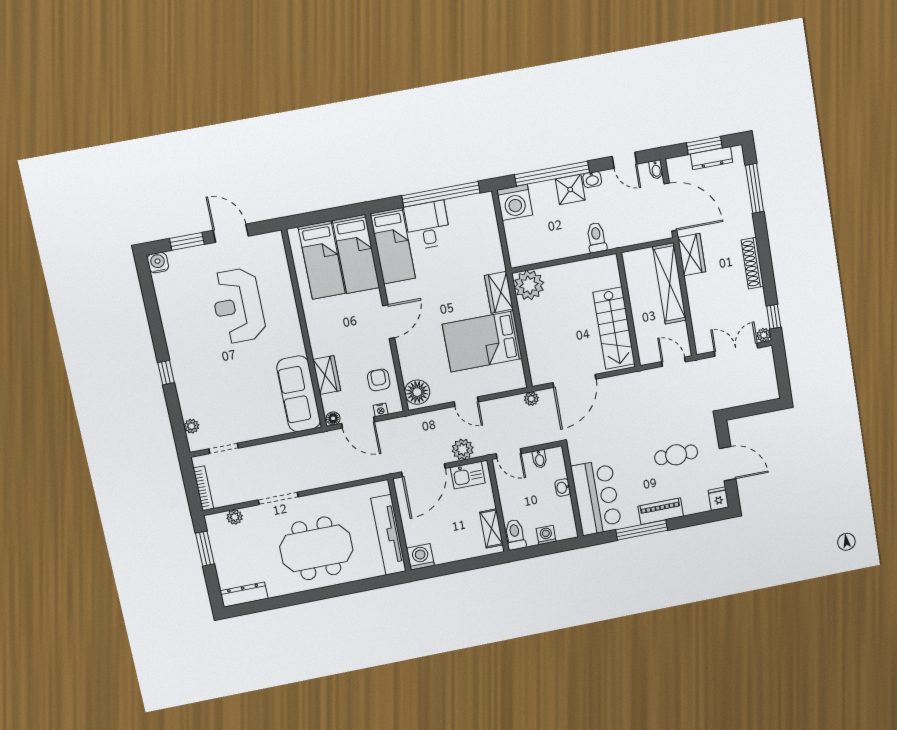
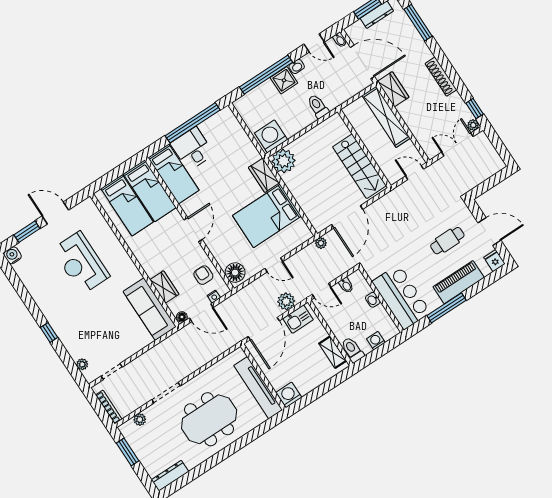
washing machine: (515, 202) -> (271, 136), moved, turned 180
piano: (661, 511) -> (459, 282), width x1.37, depth x1.33

